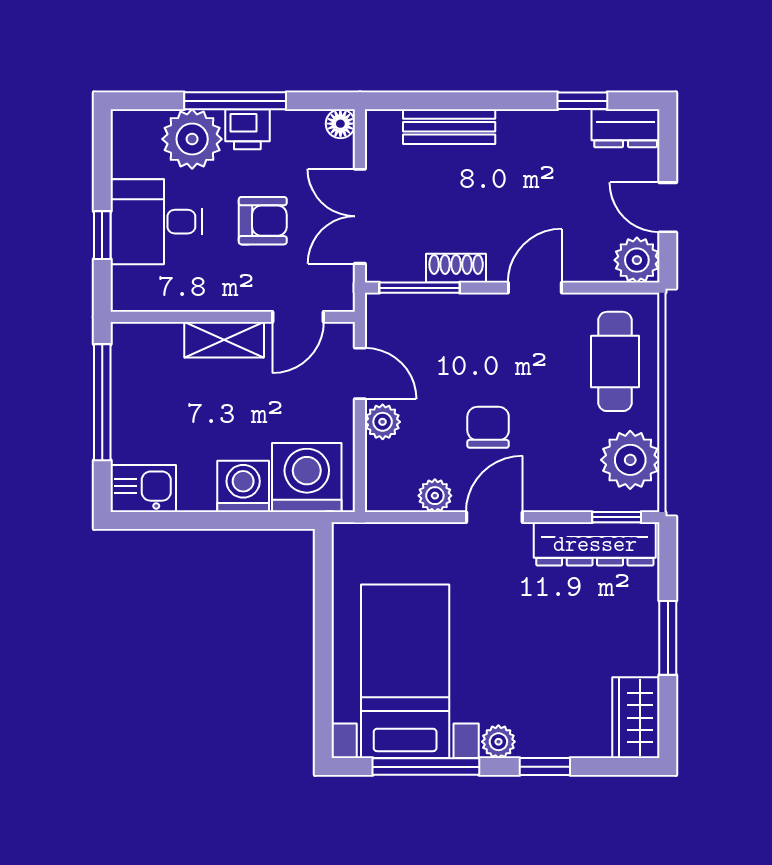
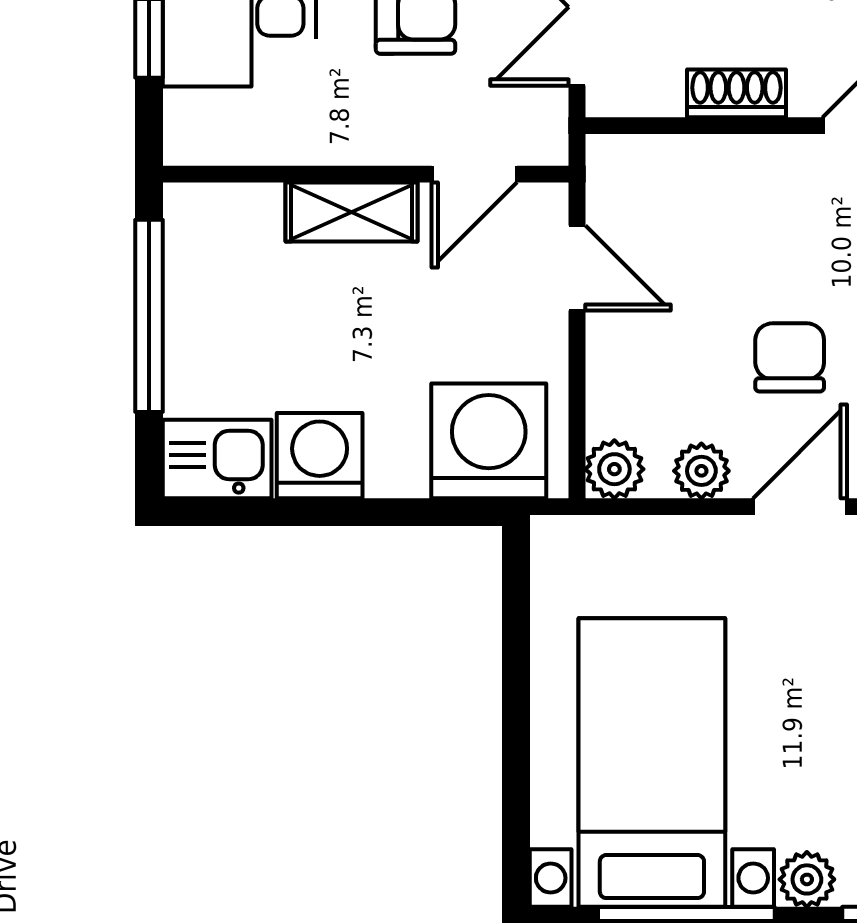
window: (419, 288) -> (676, 126), removed
plant: (383, 422) -> (614, 469), moved
washing machine: (243, 486) -> (320, 456), moved

